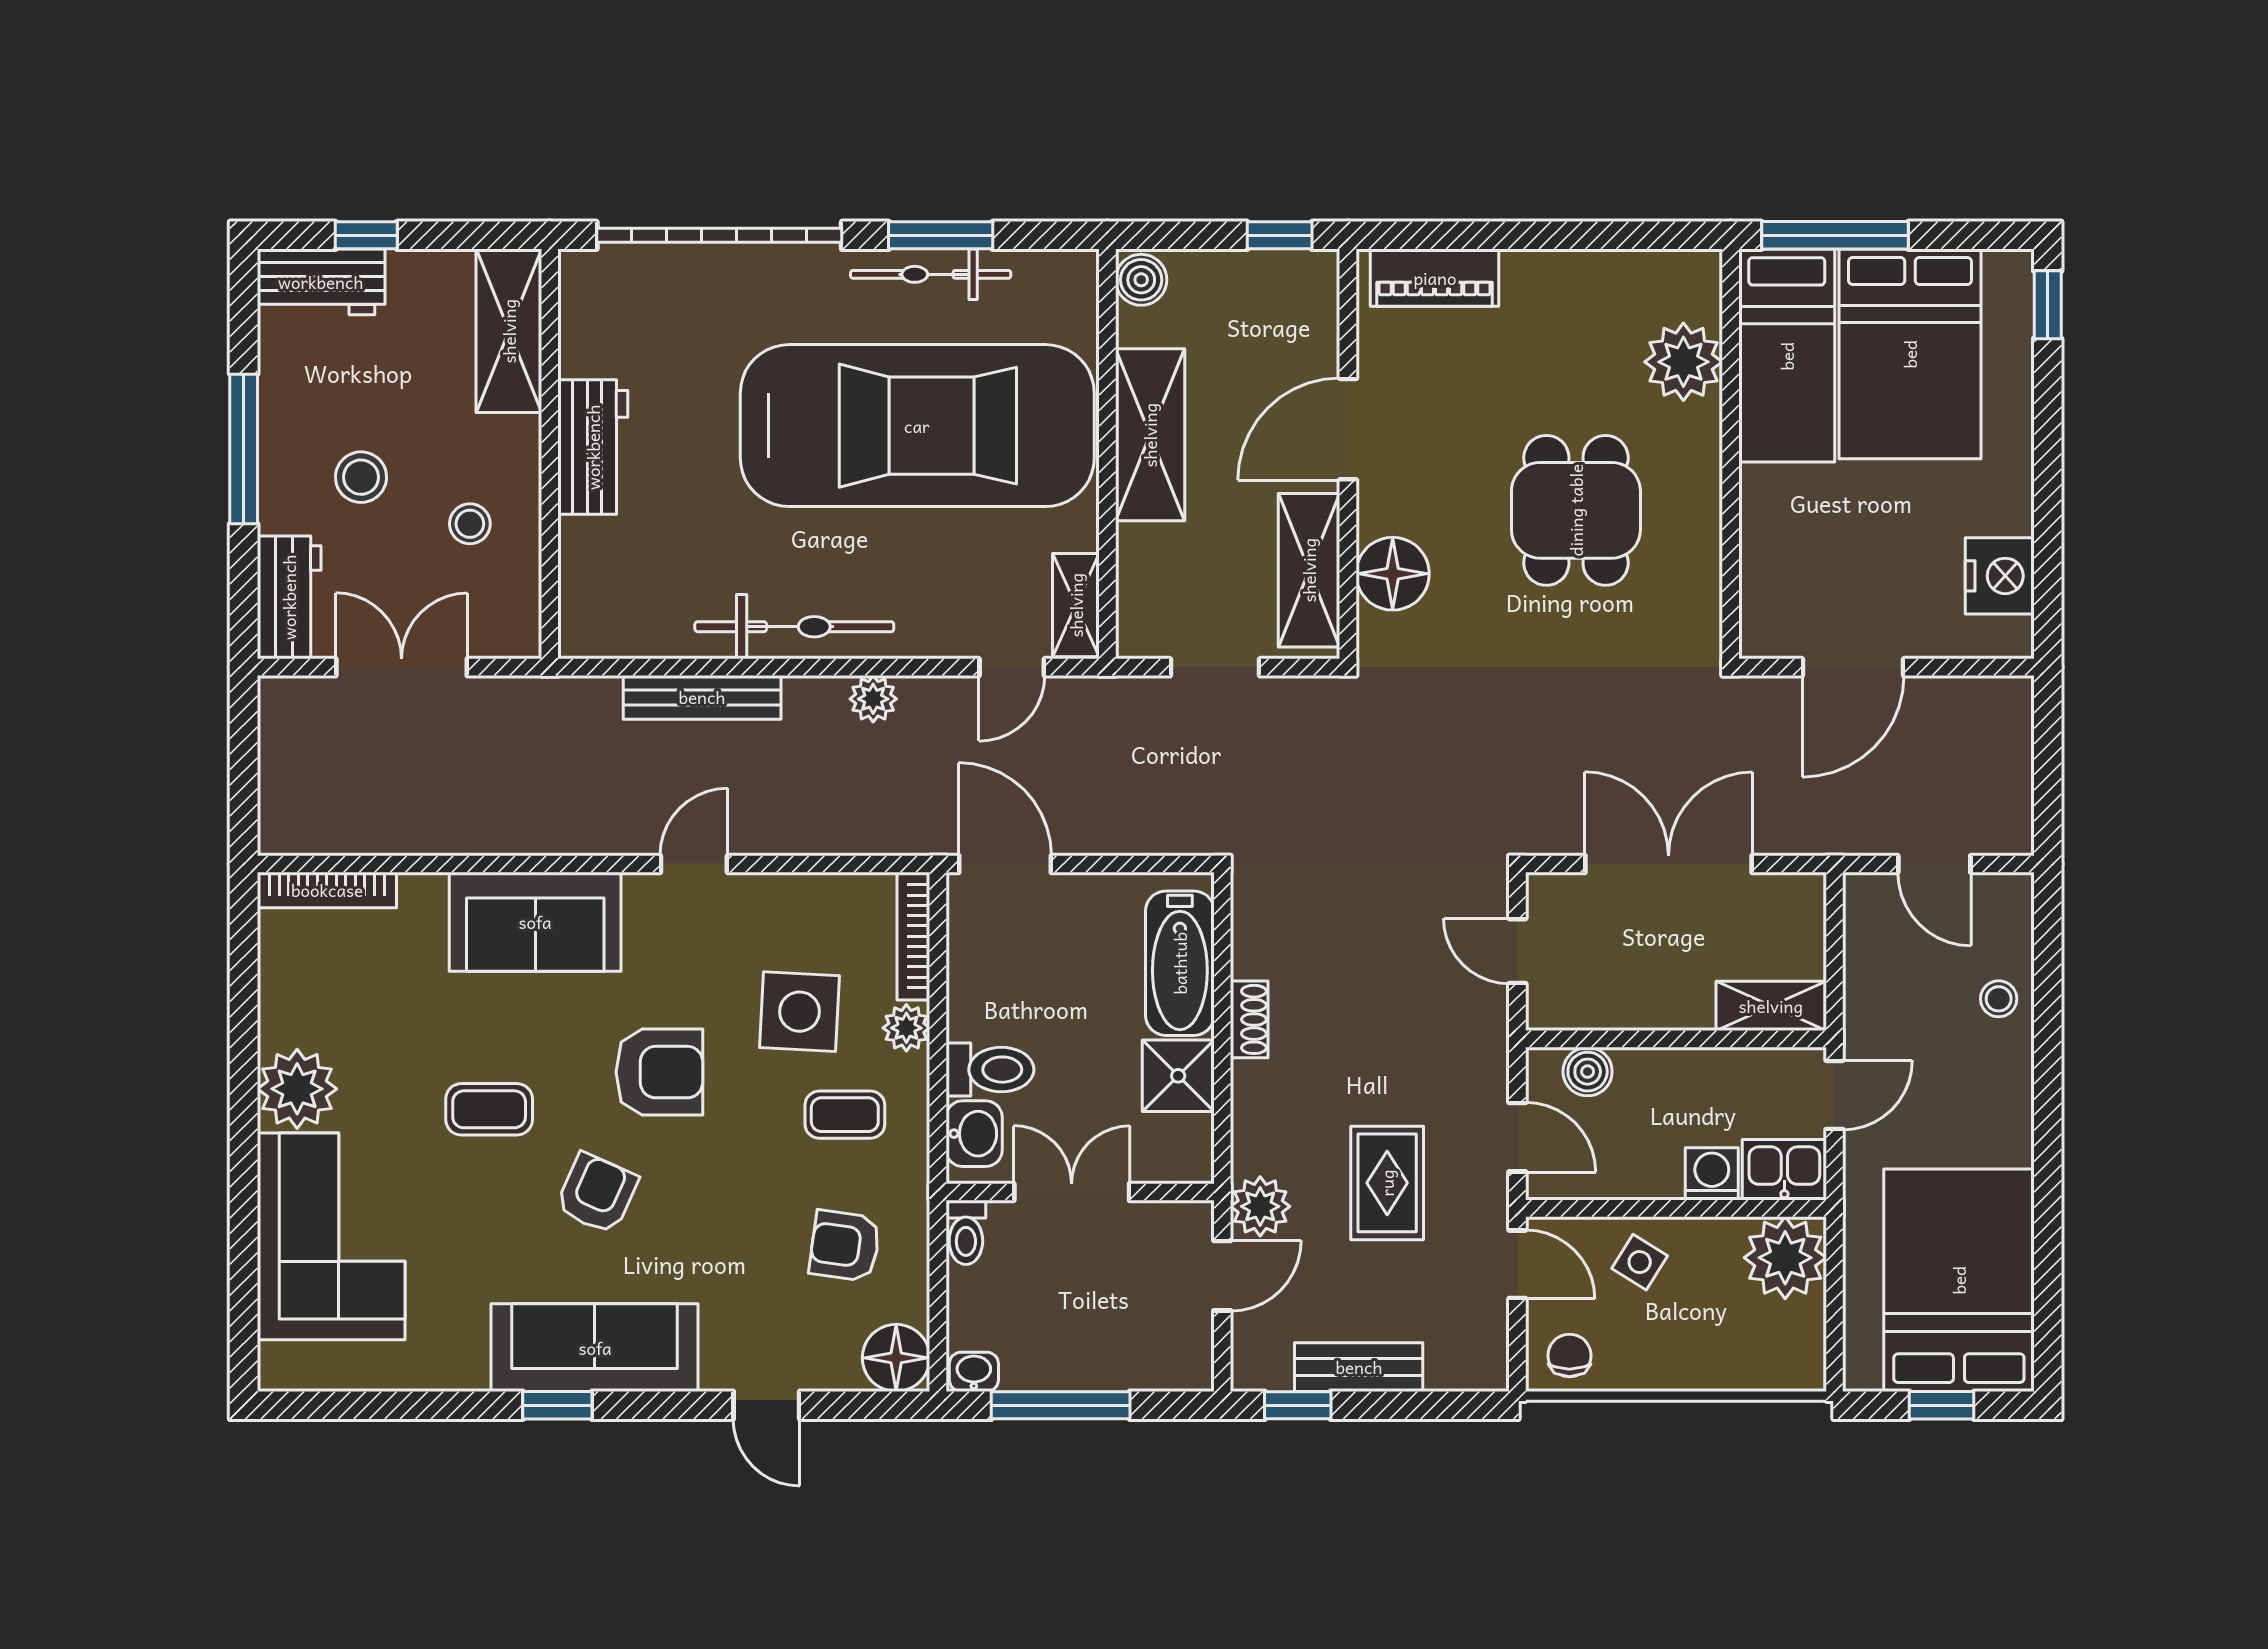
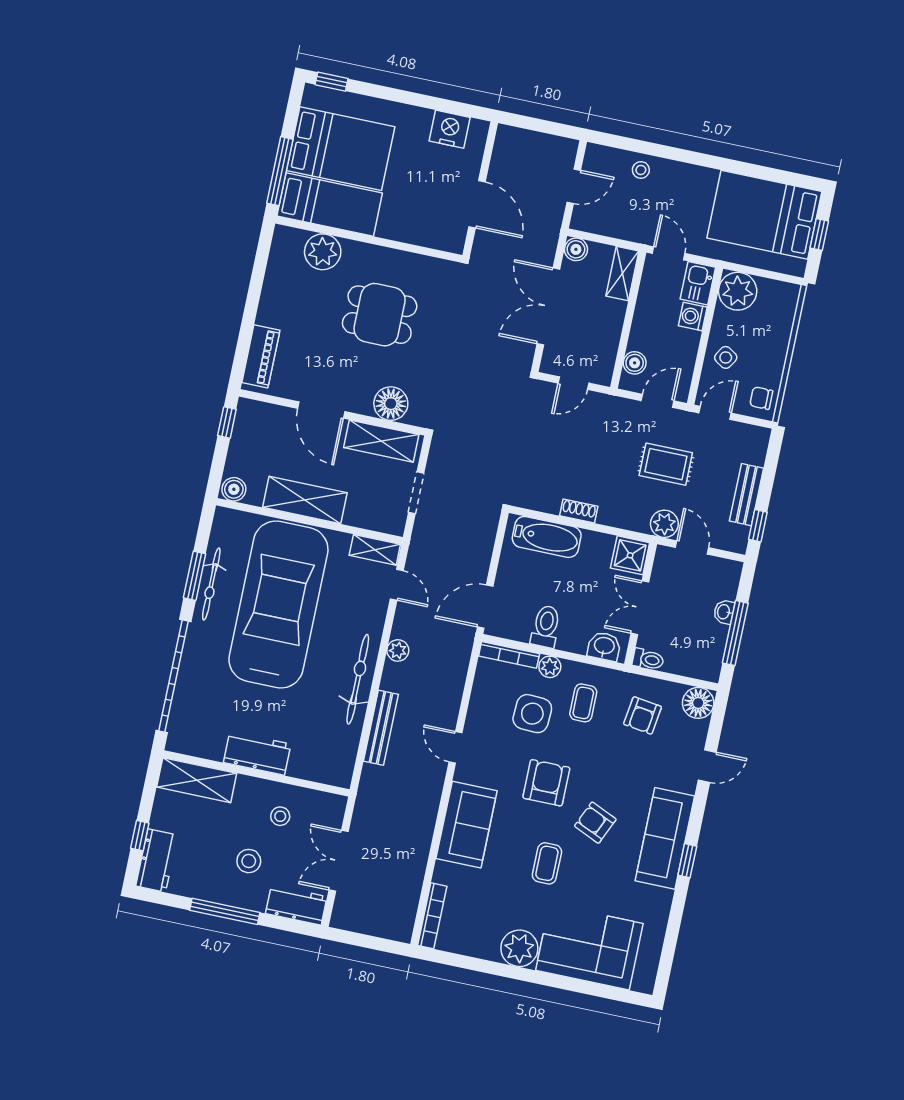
boiler: (1802, 897) -> (576, 249), added
toilet: (990, 1070) -> (546, 626), moved
shower: (1178, 1076) -> (630, 555), moved
washbasin: (974, 1372) -> (724, 612), moved

